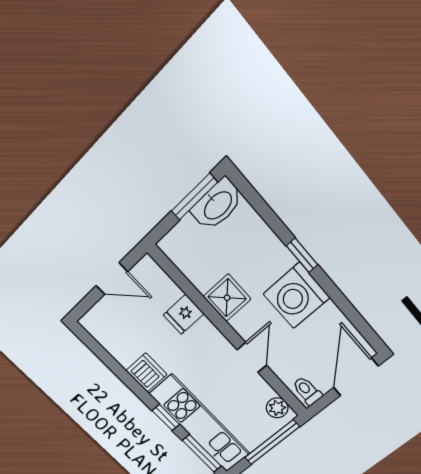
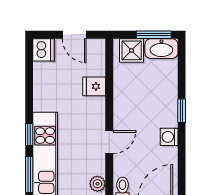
washing machine: (296, 296) -> (169, 137), width x0.53, depth x0.53
shower: (227, 298) -> (132, 50), moved
dishwasher: (146, 373) -> (43, 50), moved

